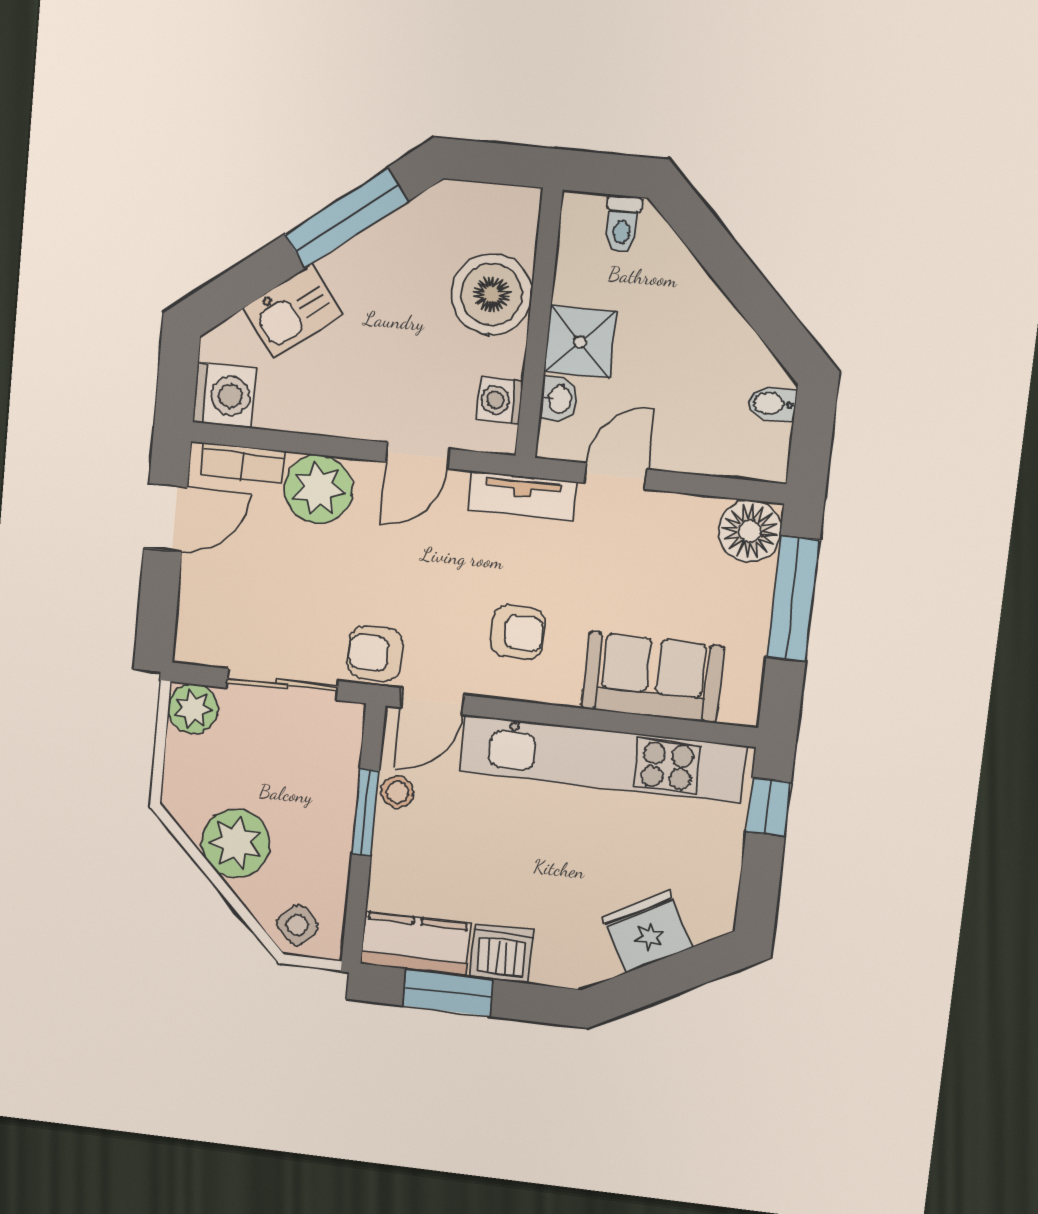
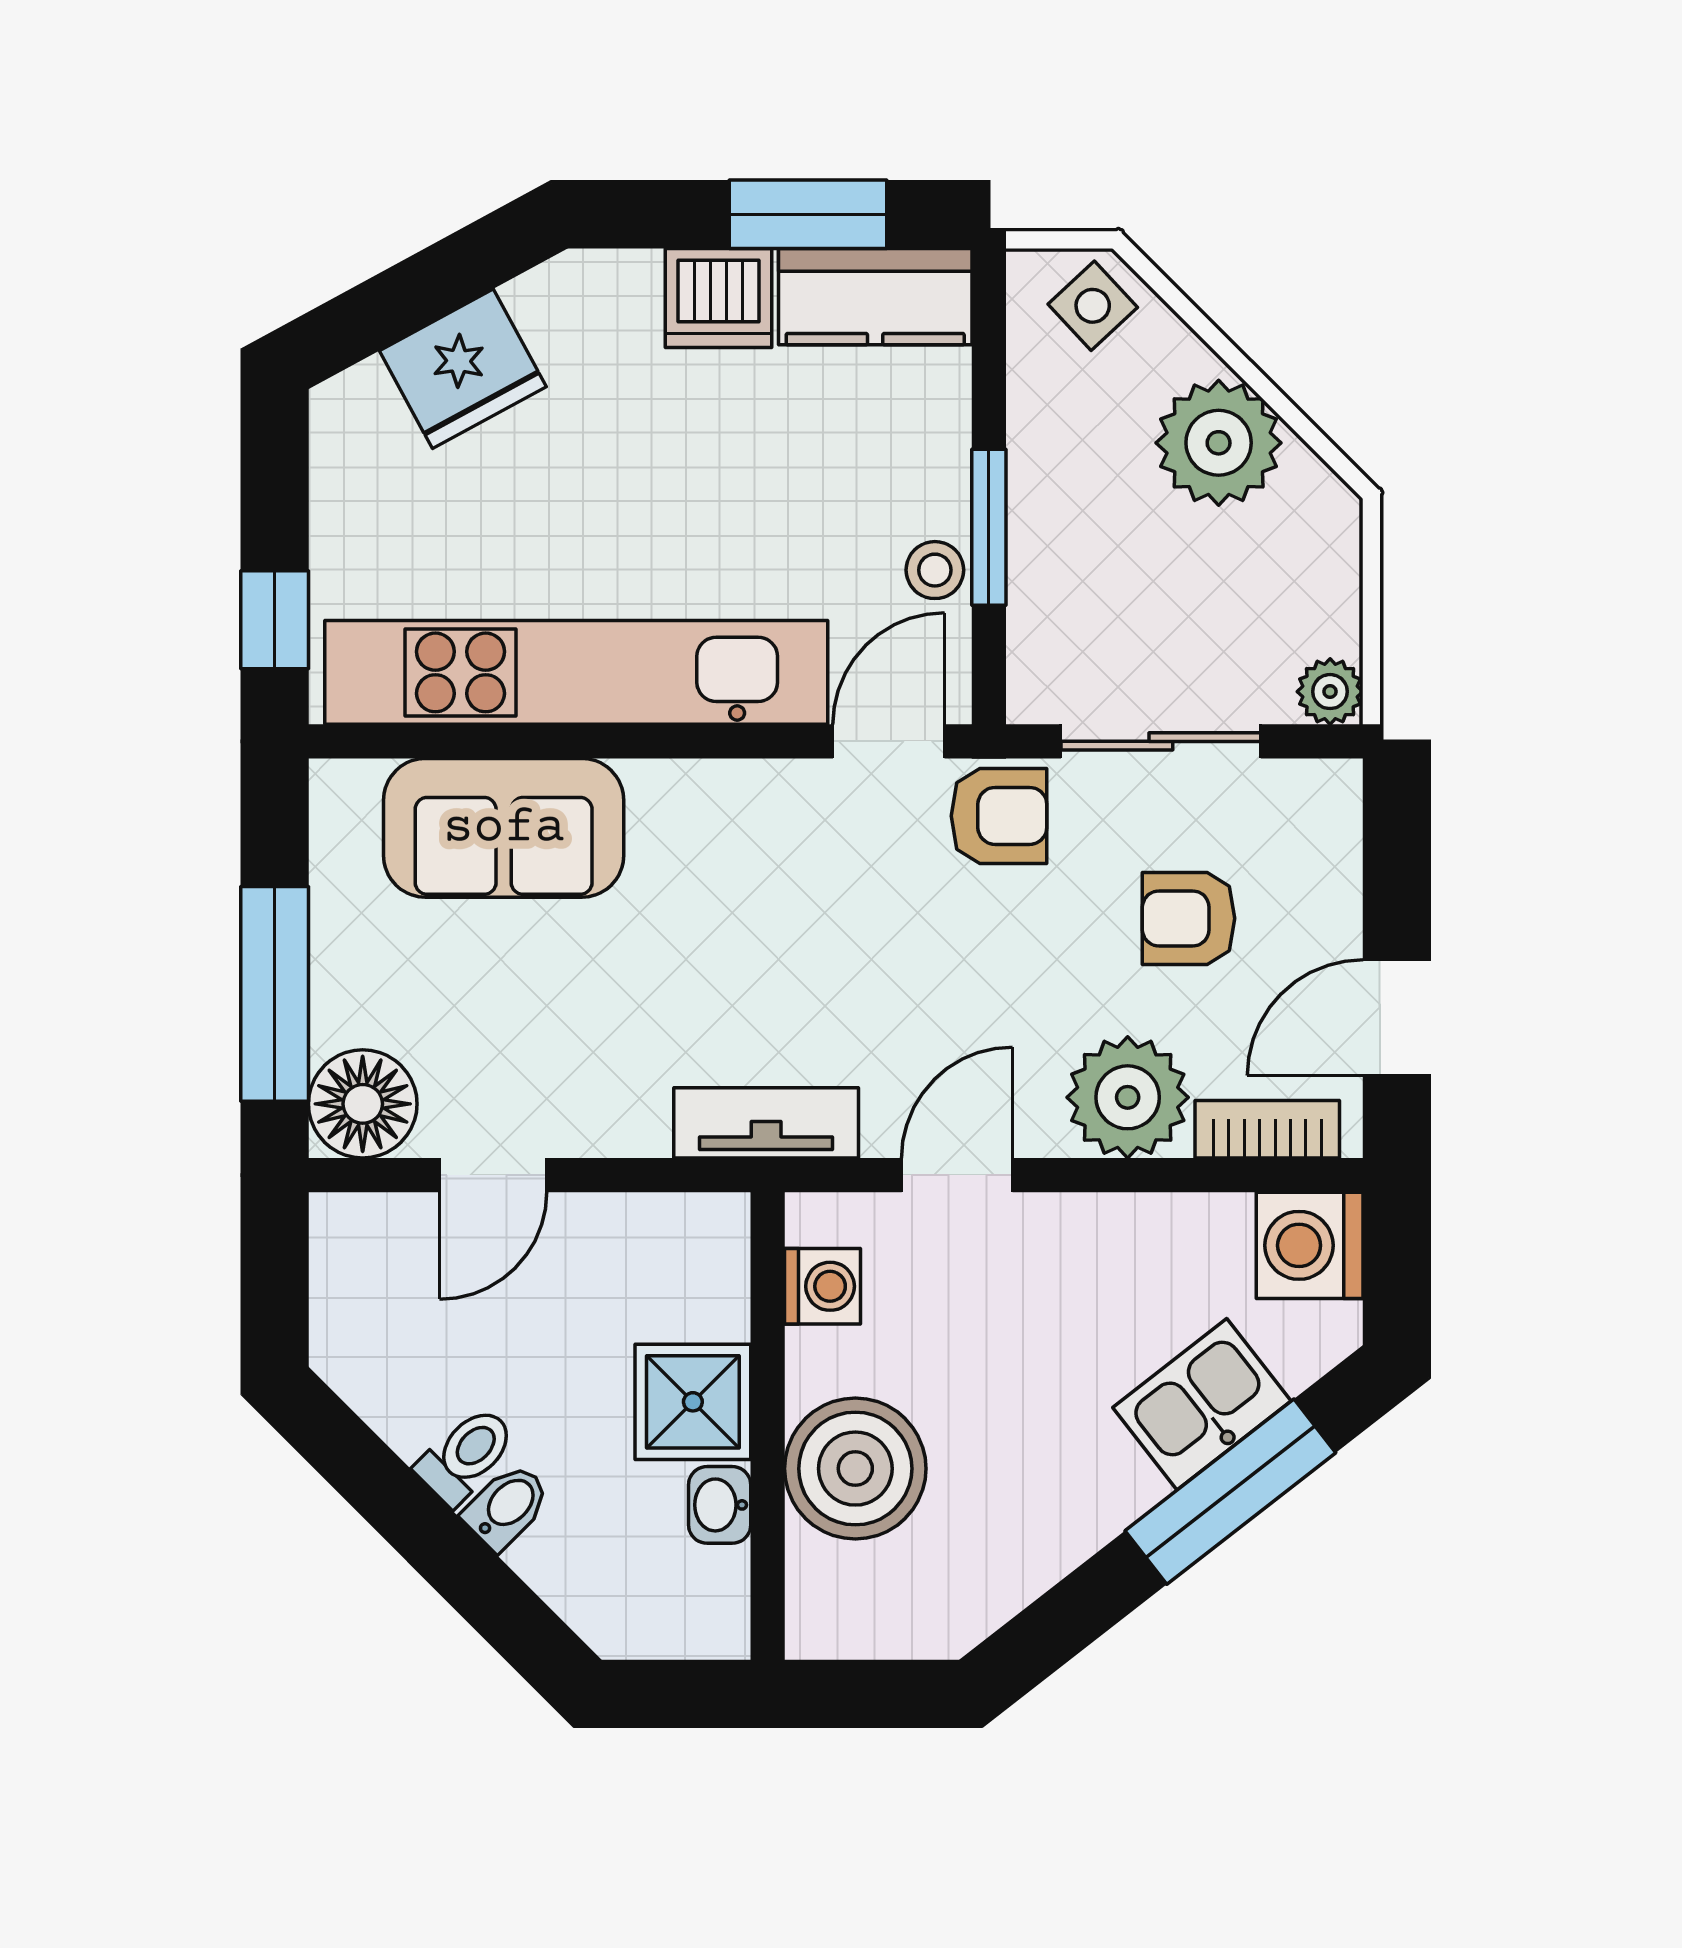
window: (346, 218) -> (1230, 1492), moved
toilet: (622, 224) -> (466, 1455), moved, turned 45
washbasin: (559, 399) -> (720, 1505), moved
bidet: (772, 404) -> (507, 1506), moved, turned -45
door: (616, 476) -> (493, 1175), moved
armchair: (518, 632) -> (1189, 918), moved
plant: (193, 709) -> (1330, 692), width x0.73, depth x0.73

